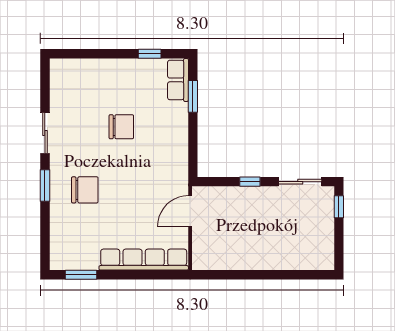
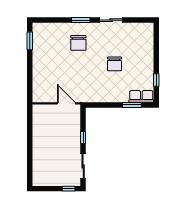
row of seats: (144, 260) -> (38, 77), removed

